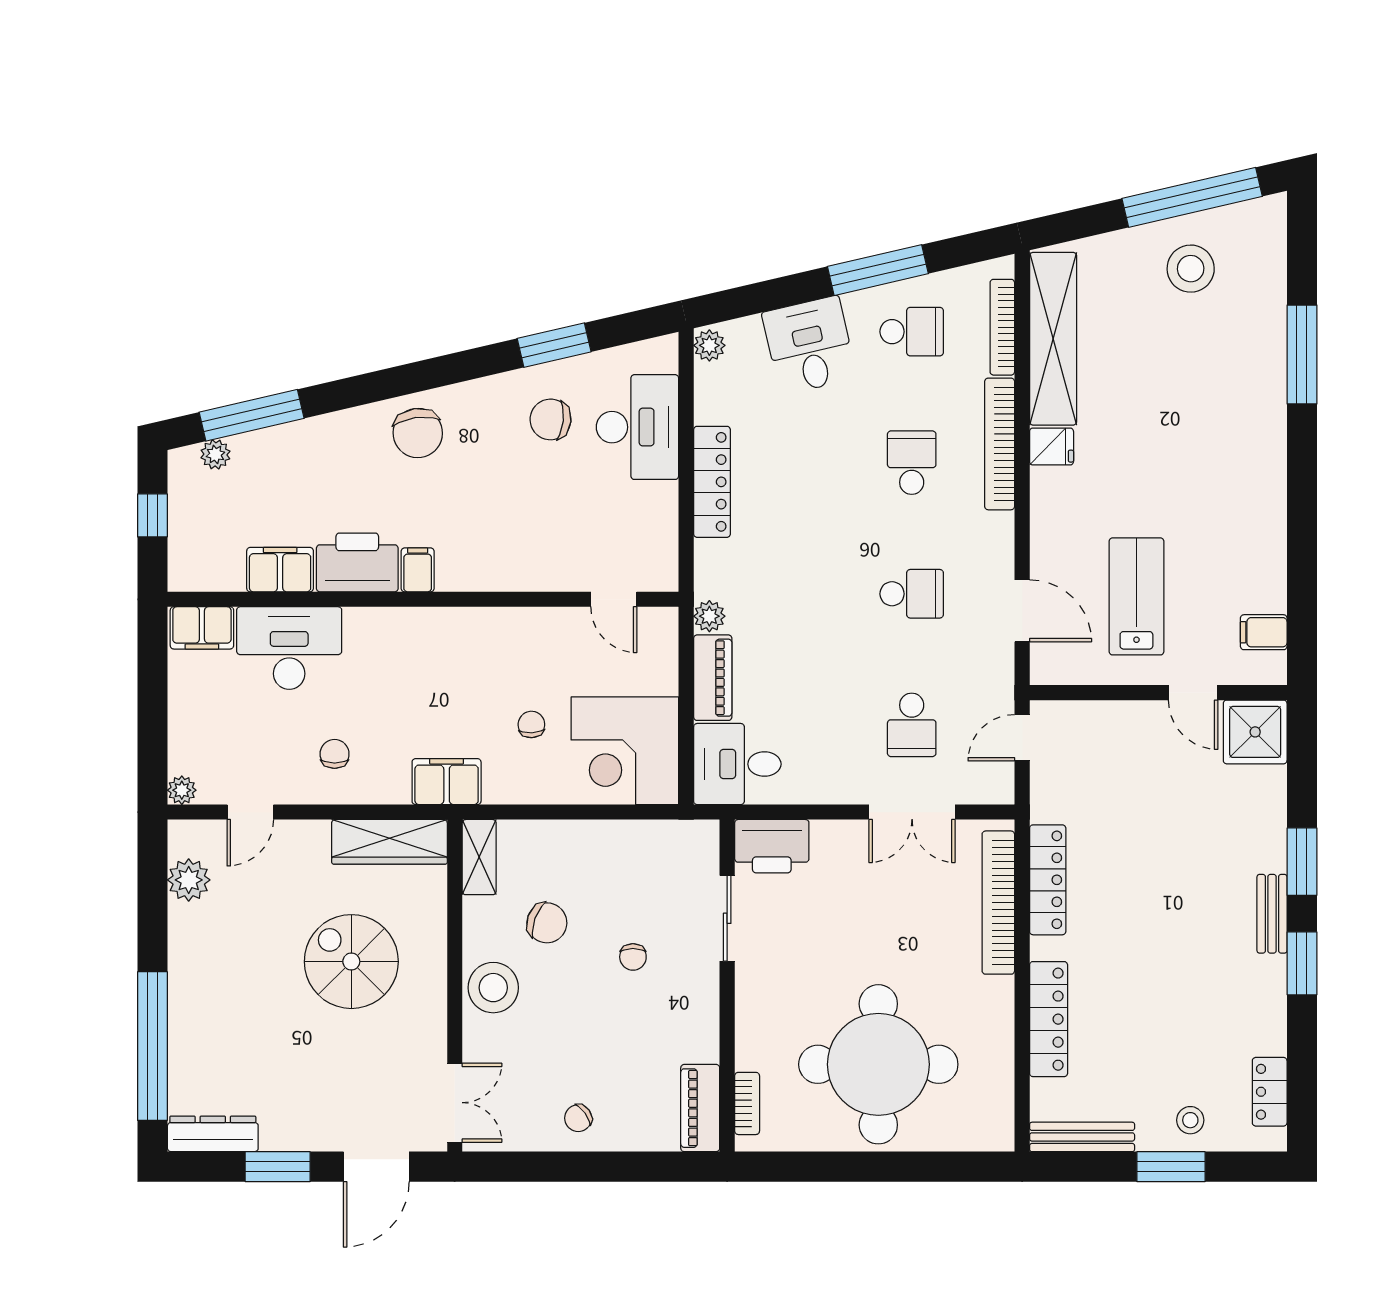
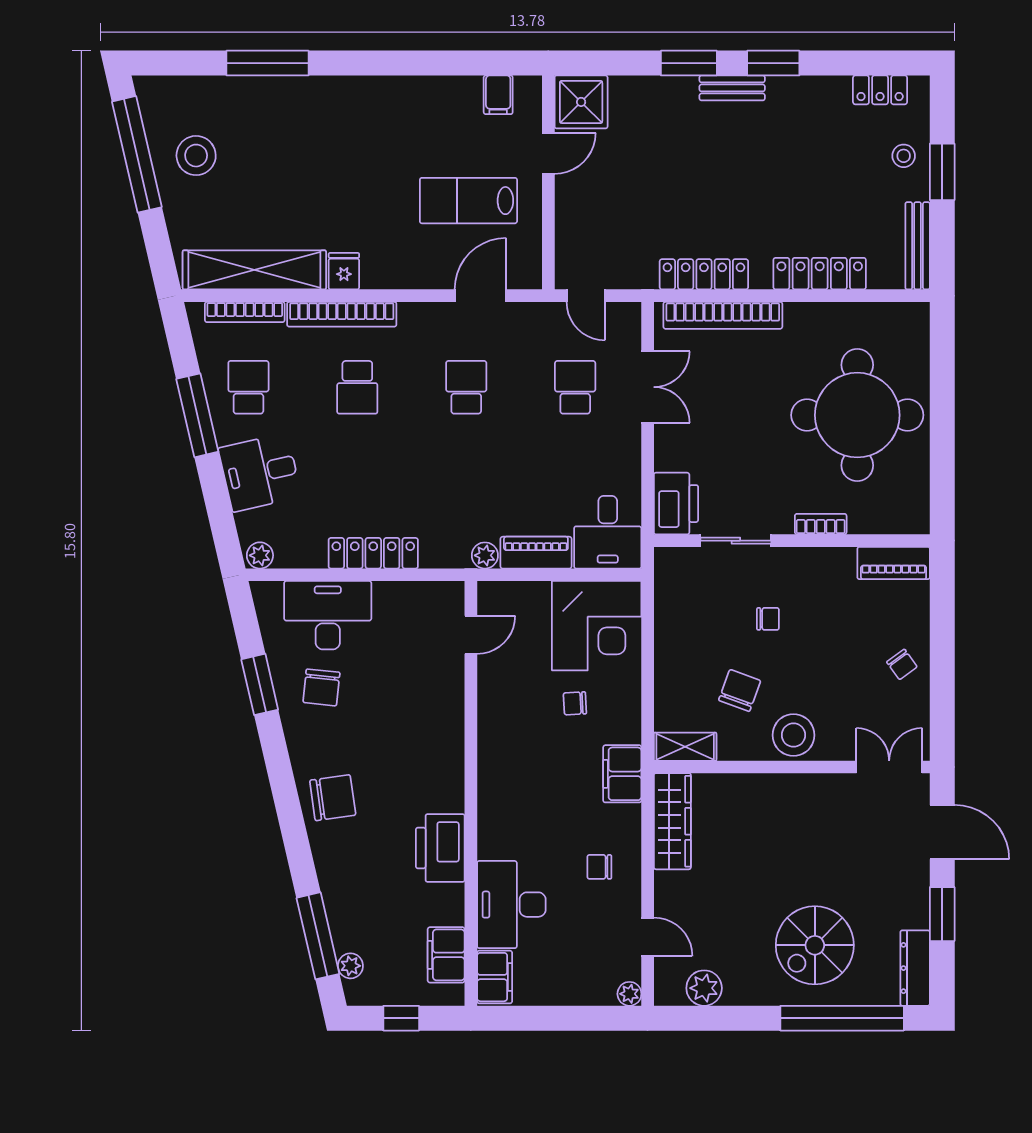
school desk: (912, 463) -> (357, 387), turned -90
filing cabinet: (280, 570) -> (446, 955), moved
filing cabinet: (418, 570) -> (446, 798), removed
school desk: (912, 725) -> (575, 387), turned -90
spiral stairs: (351, 962) -> (815, 945), moved
bookcase: (747, 1103) -> (821, 524), moved

